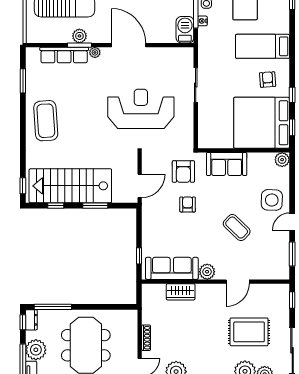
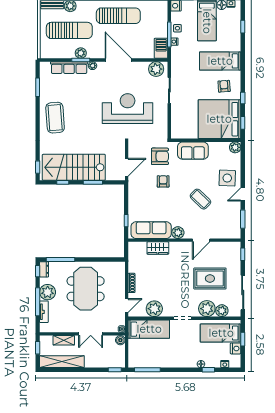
plant: (178, 57) -> (156, 69), added
armchair: (183, 172) -> (160, 156), turned -90

